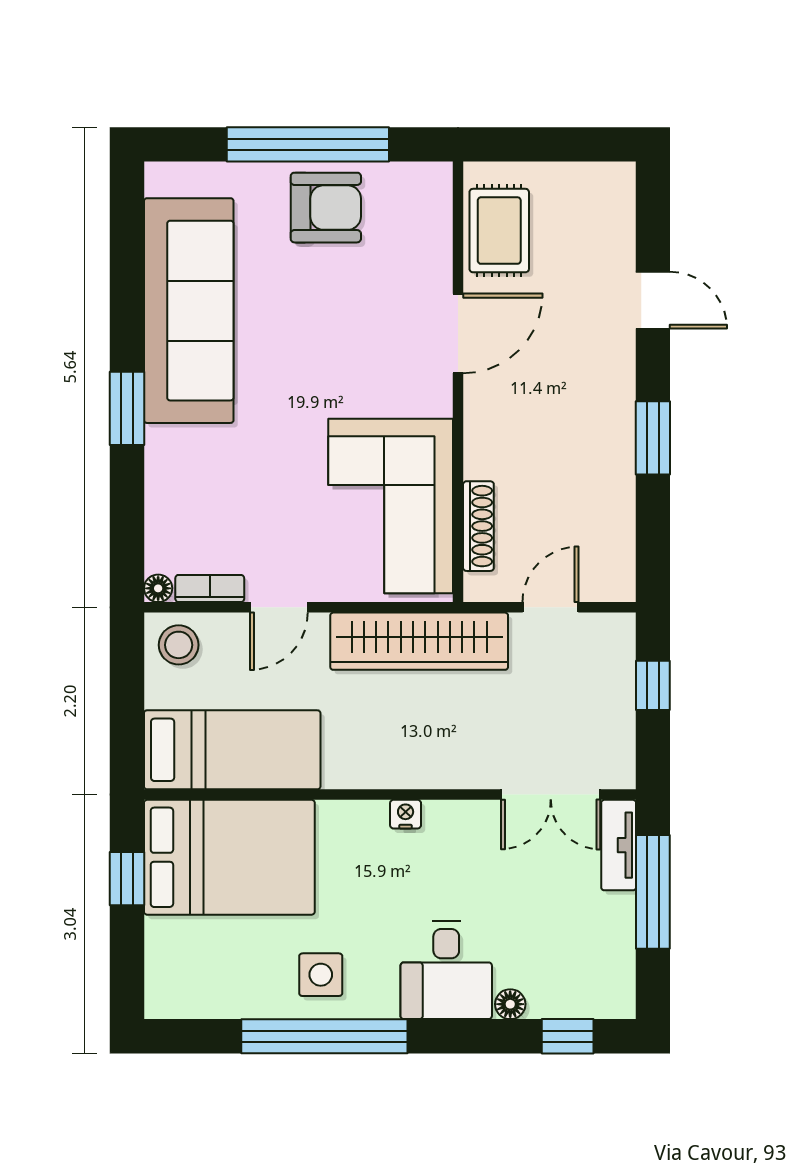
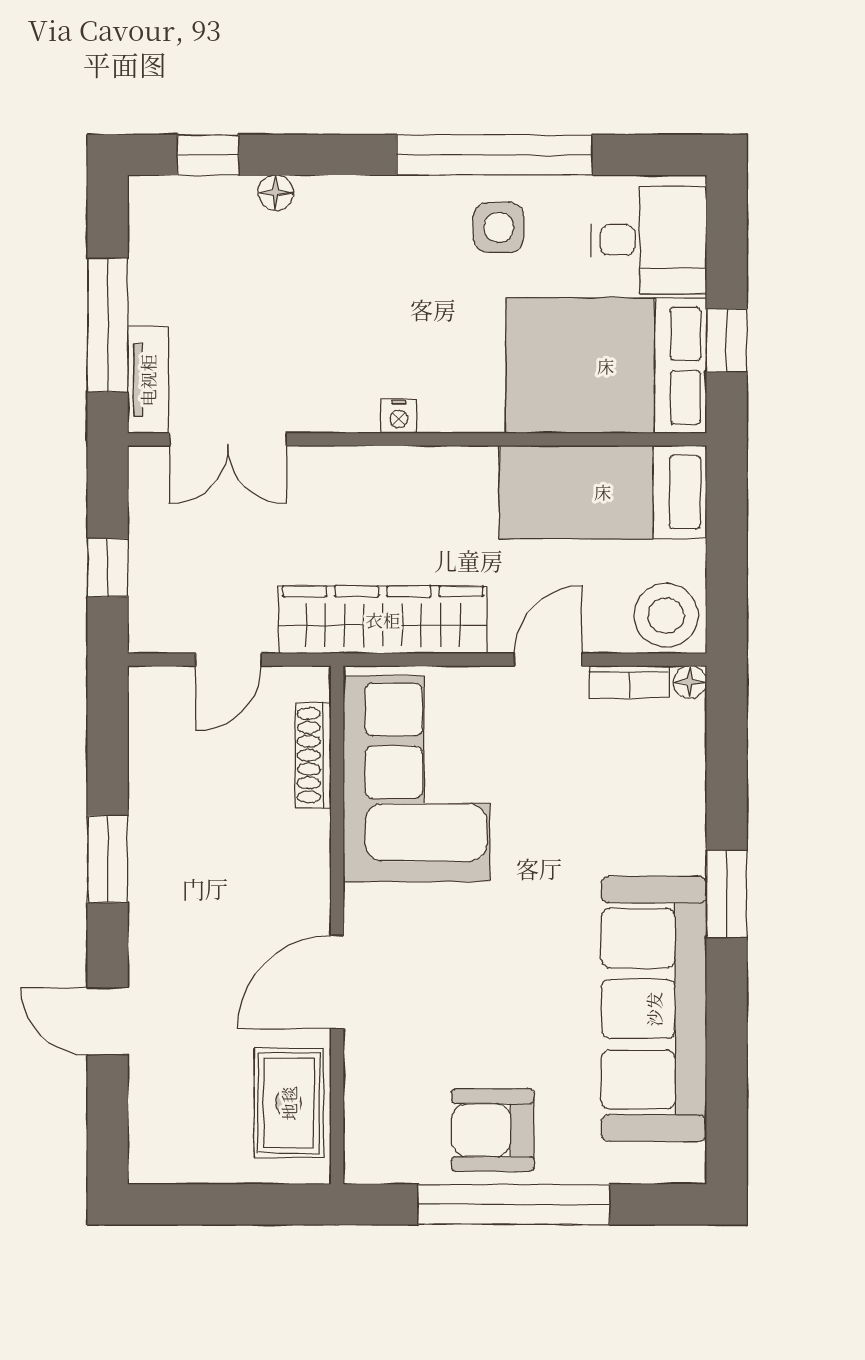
stool: (179, 645) -> (666, 615), width x1.38, depth x1.38
double door: (551, 795) -> (228, 439), swing flipped
desk: (446, 970) -> (649, 240), moved, turned 90

